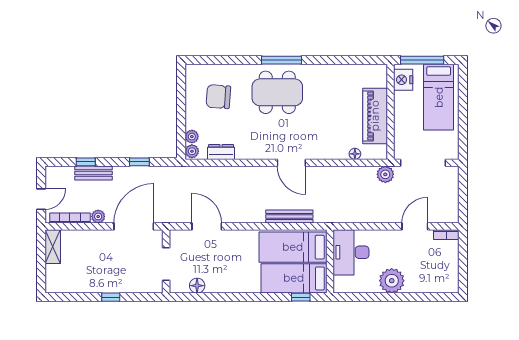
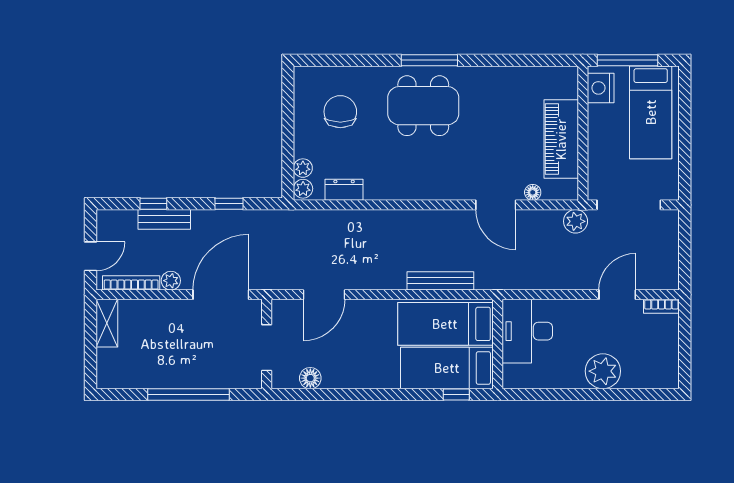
chair: (218, 97) -> (340, 112), turned 86
door: (291, 163) -> (496, 205), moved
door: (207, 226) -> (324, 295), swing flipped
plant: (392, 281) -> (603, 371), moved
window: (111, 297) -> (189, 394), width x3.17

